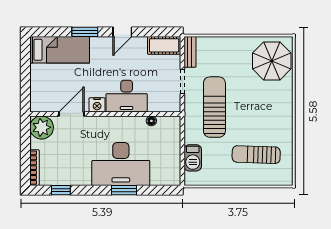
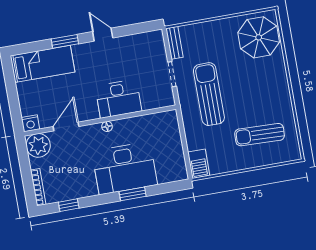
door: (122, 32) -> (103, 35), swing flipped
cot: (164, 45) -> (147, 41), removed
nightstand: (97, 105) -> (30, 123), moved
floor lamp: (151, 121) -> (107, 126), moved
barbecue: (193, 158) -> (199, 164), moved

